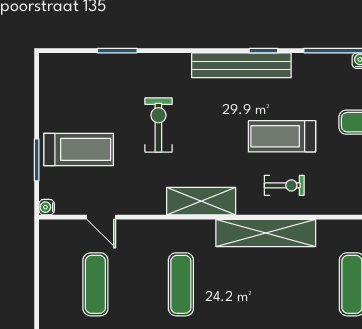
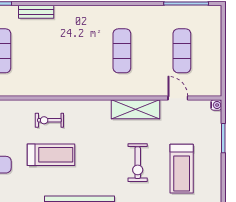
treadmill: (79, 149) -> (182, 169), moved, turned -90
shelving: (201, 201) -> (136, 109), moved
shelving: (266, 233) -> (62, 87), removed

